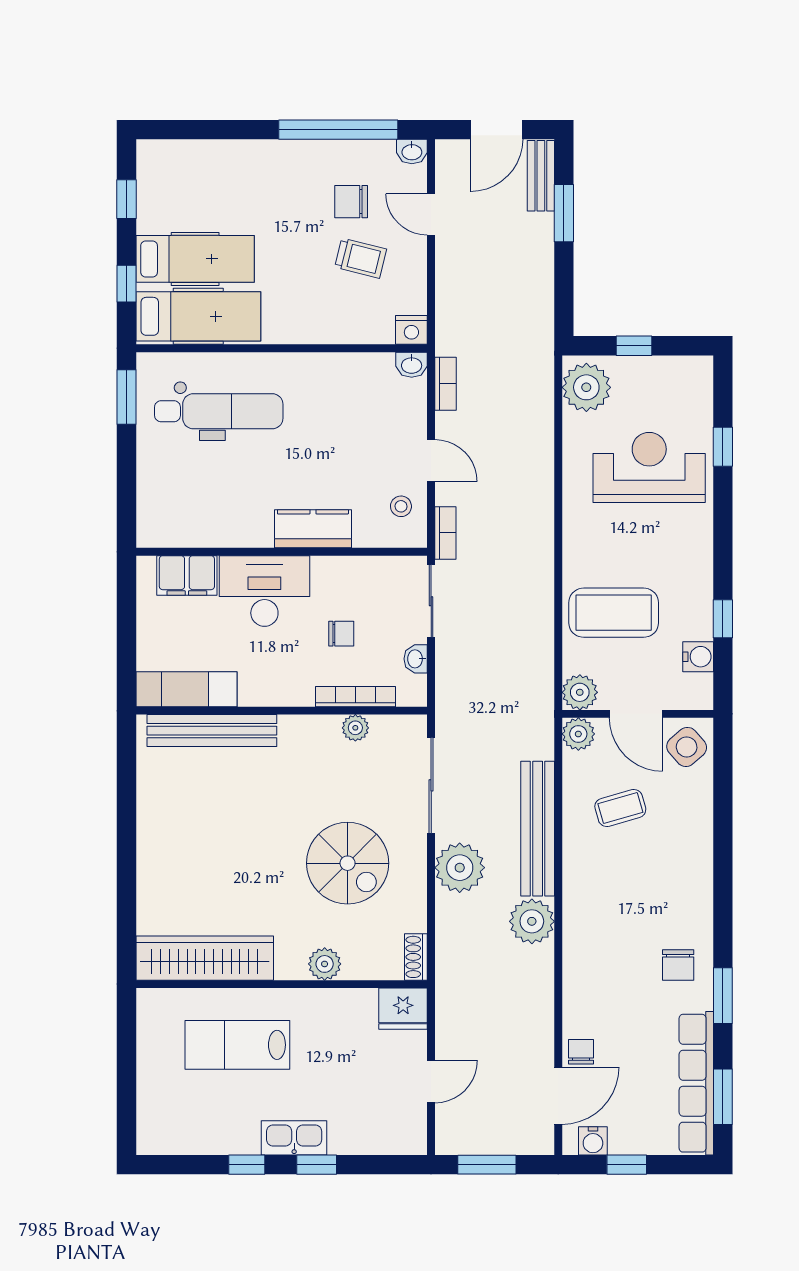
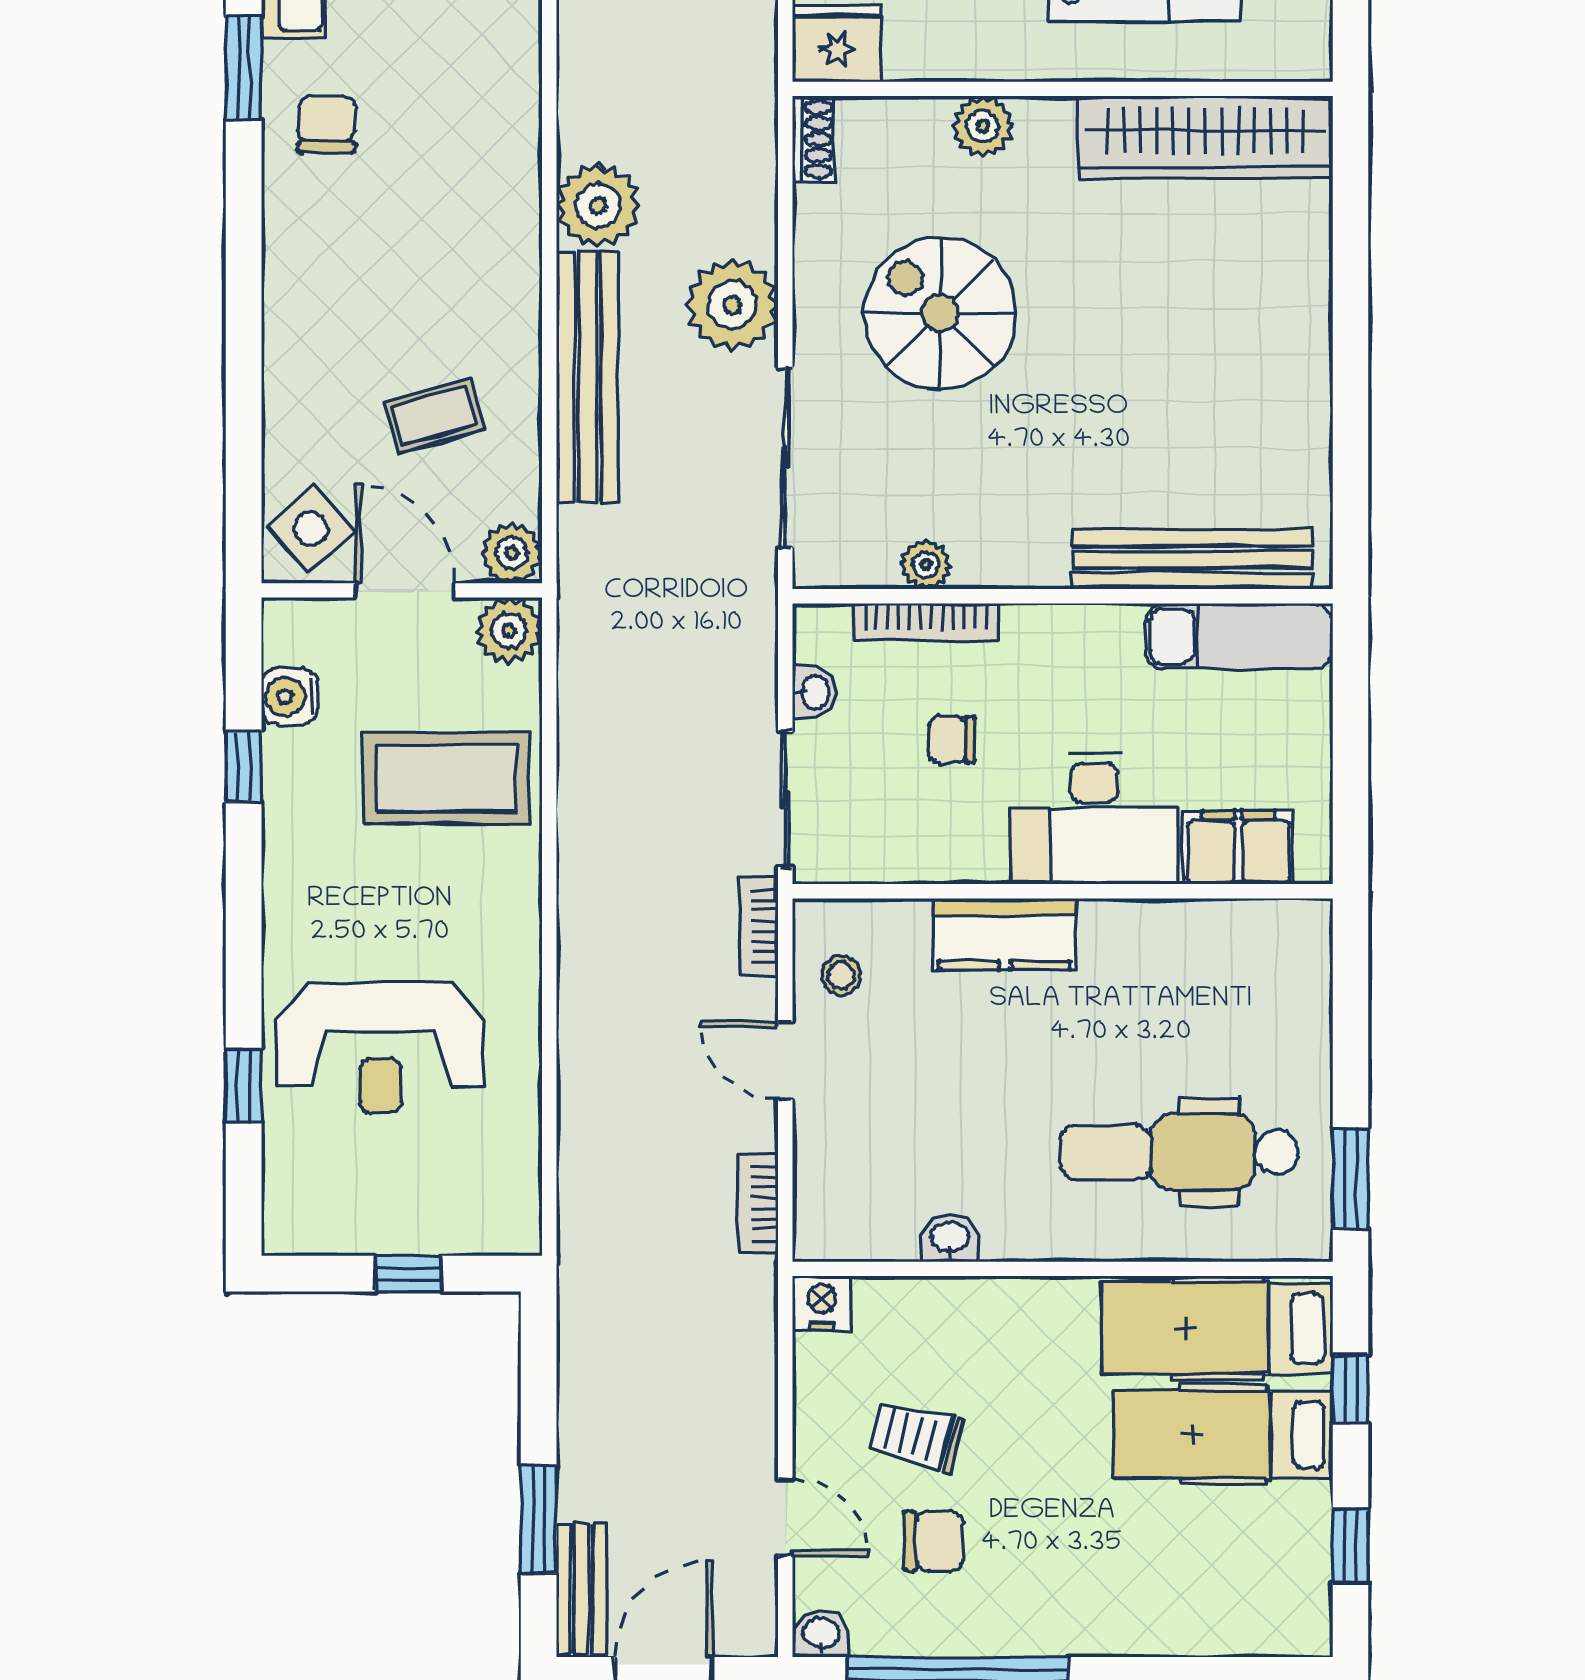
washbasin: (412, 365) -> (950, 1238), moved
plant: (586, 387) -> (497, 1196), removed

